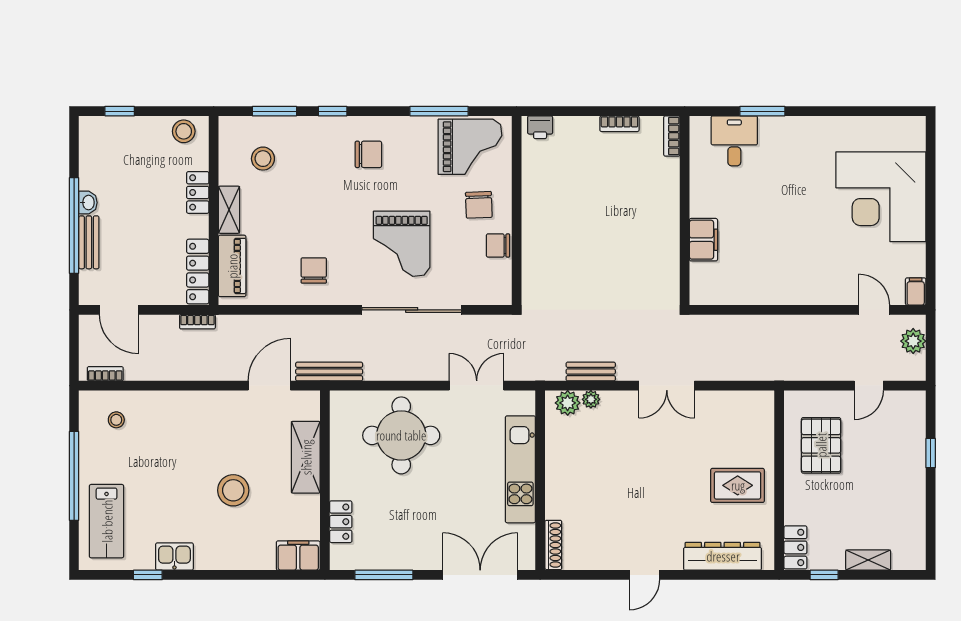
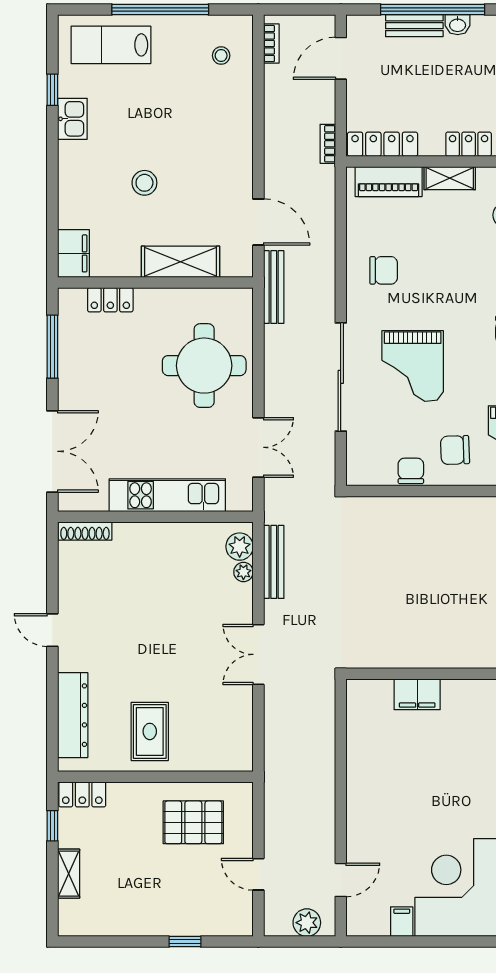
grand piano: (402, 244) -> (413, 366), turned -90
filing cabinet: (916, 292) -> (402, 922), moved, turned -90
bench: (591, 371) -> (274, 562), width x1.36
stool: (233, 490) -> (144, 183), width x0.73, depth x0.73

